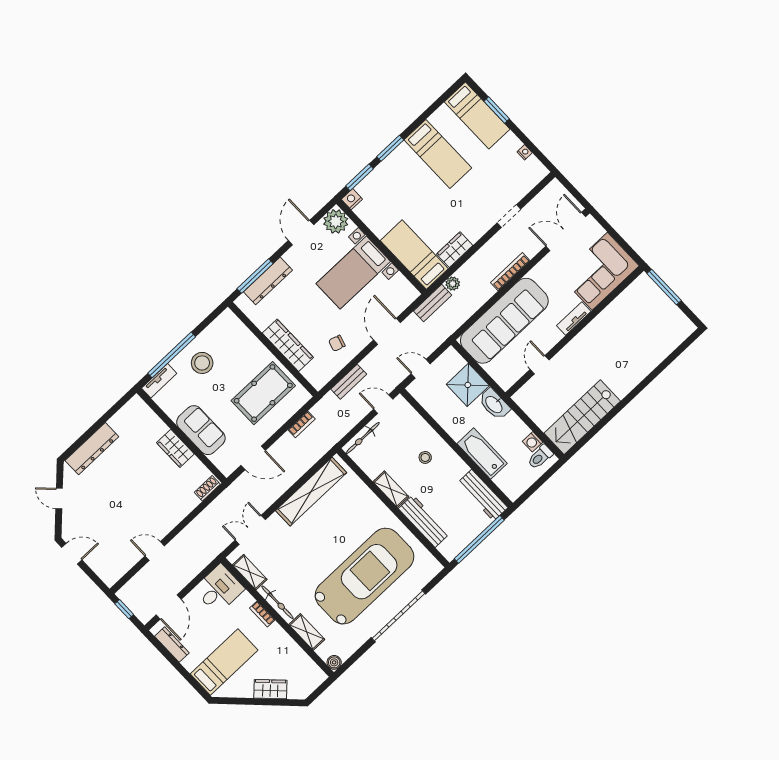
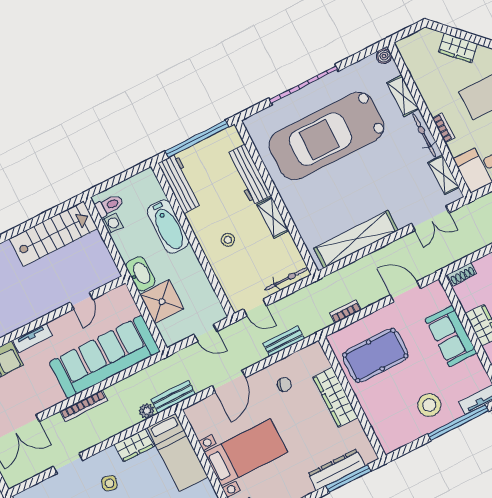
side table: (467, 209) -> (109, 483), added

